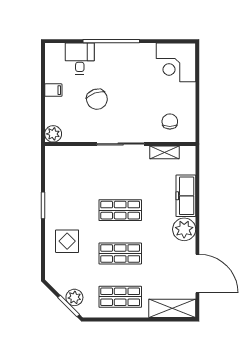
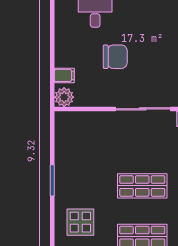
filing cabinet: (53, 90) -> (64, 75), moved
chair: (97, 99) -> (115, 57), turned -70

